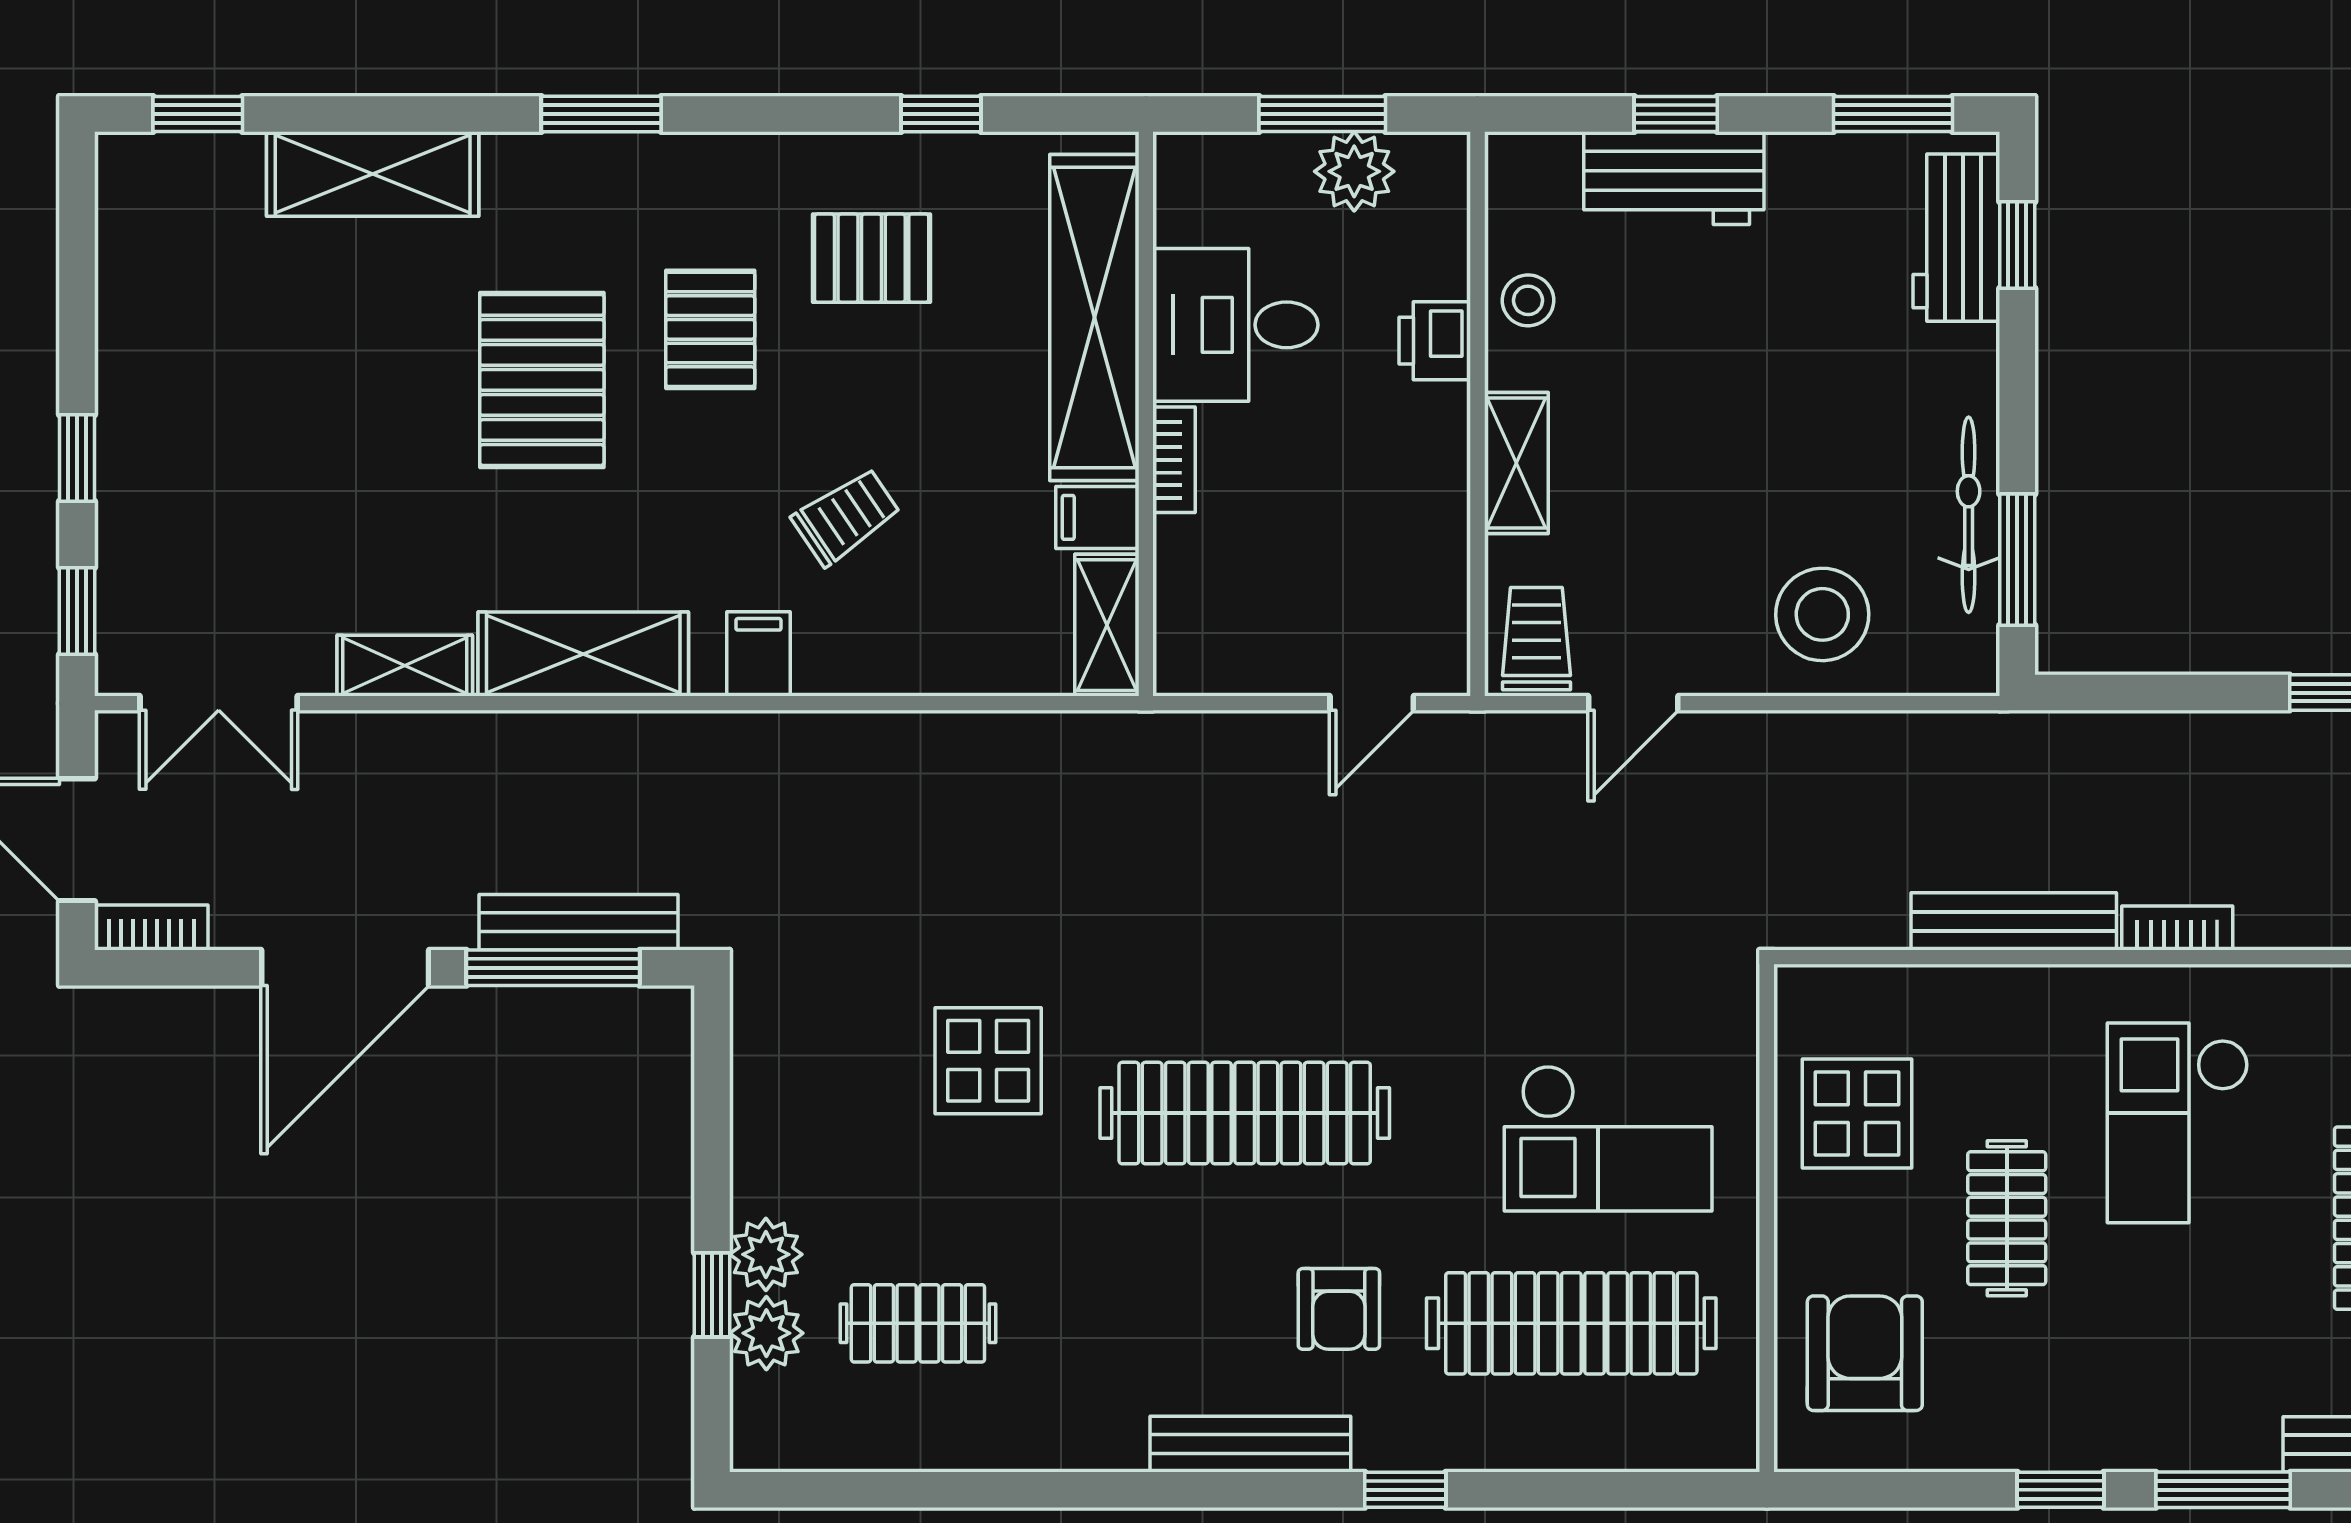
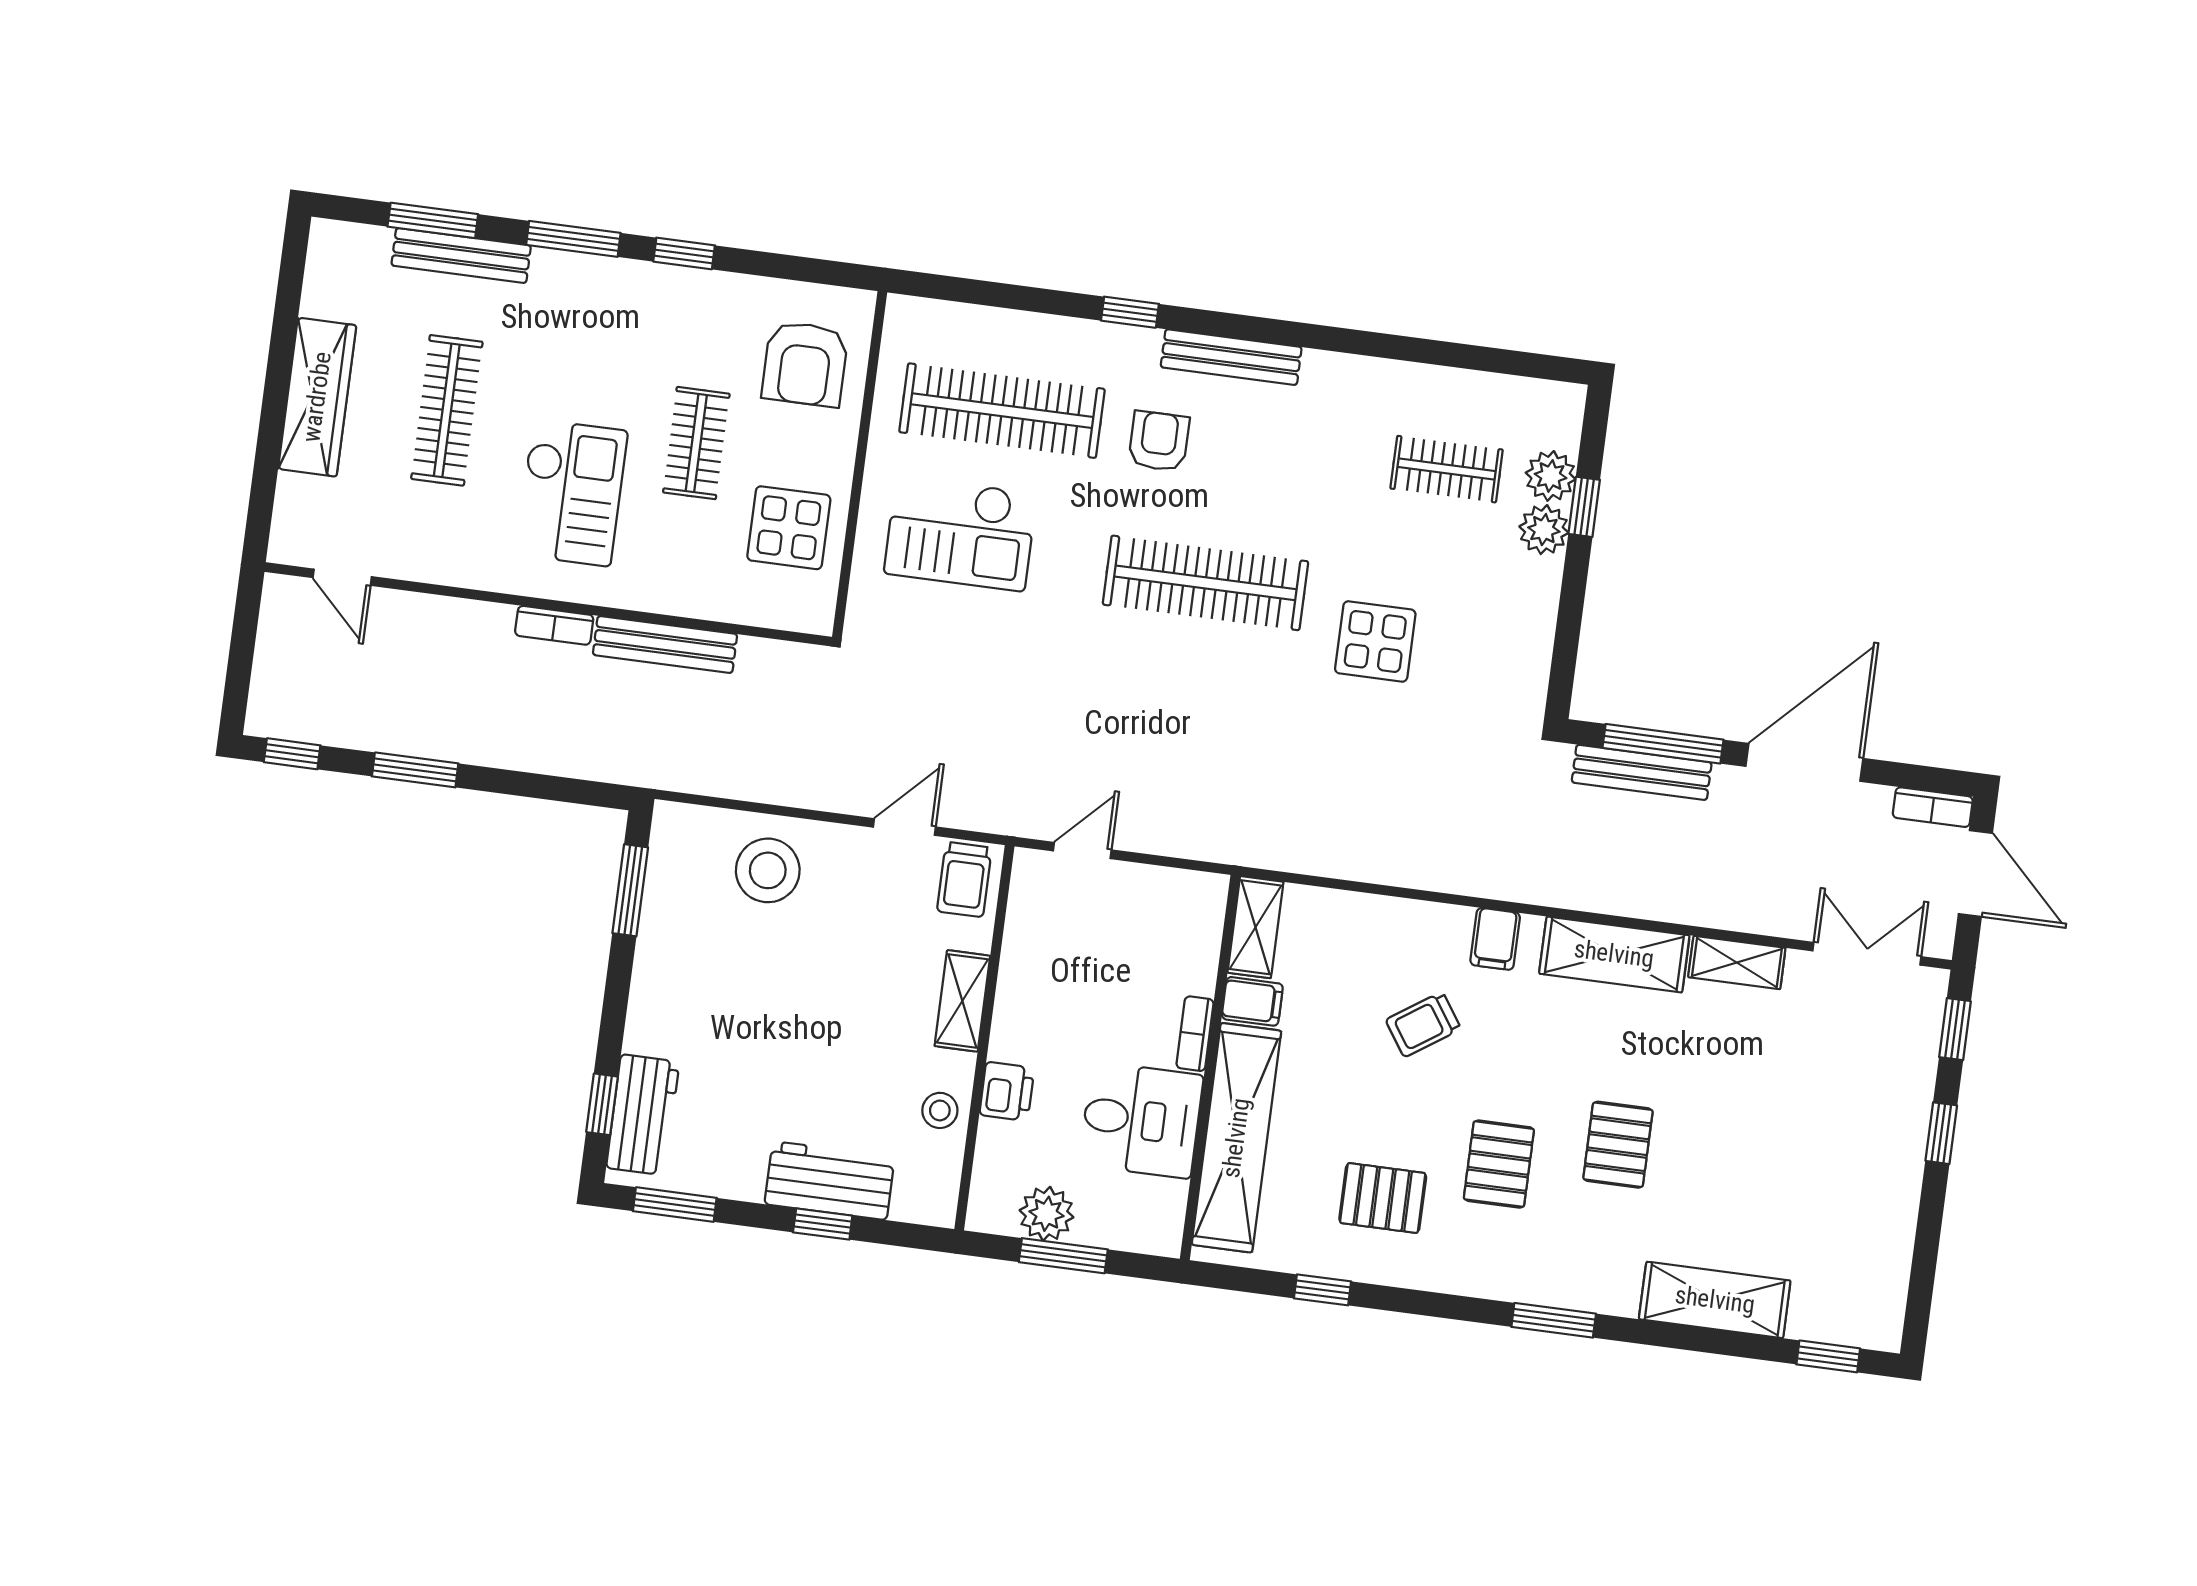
pallet: (542, 380) -> (1618, 1145), width x0.67, depth x0.71
bicycle: (1969, 515) -> (659, 925), removed
checkout: (1608, 1138) -> (960, 533), turned 180

